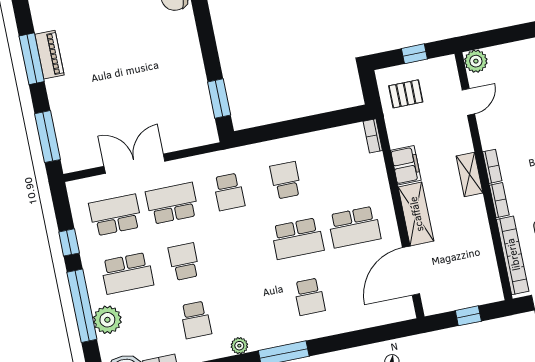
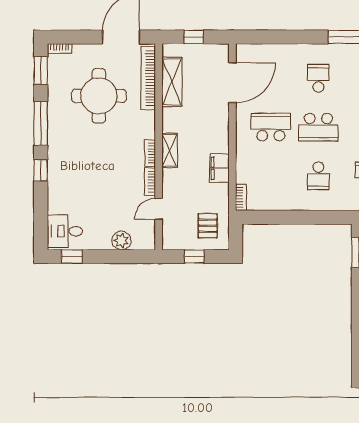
plant: (476, 61) -> (121, 241), moved
pallet: (406, 94) -> (208, 226), turned 90
bookcase: (499, 200) -> (150, 182), moved
shelving: (416, 214) -> (172, 82), moved
school desk: (298, 238) -> (318, 127), turned 180

